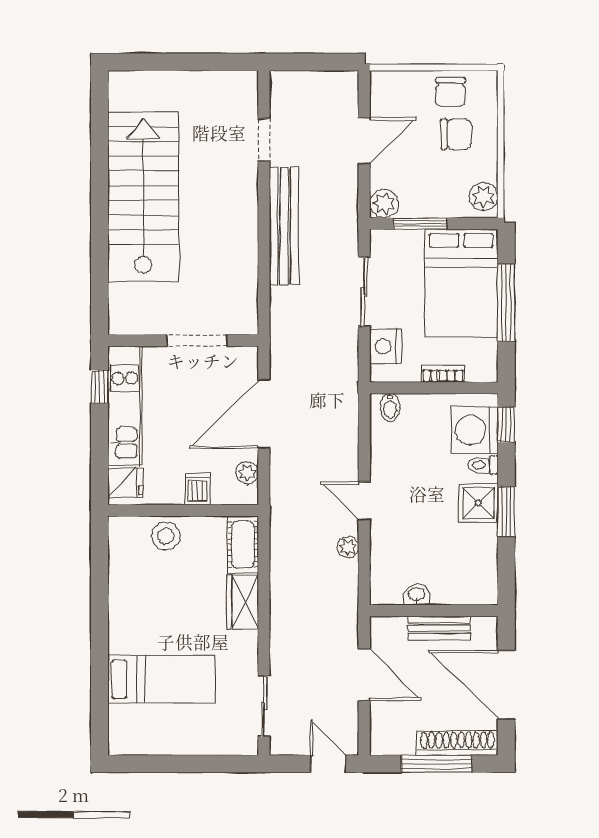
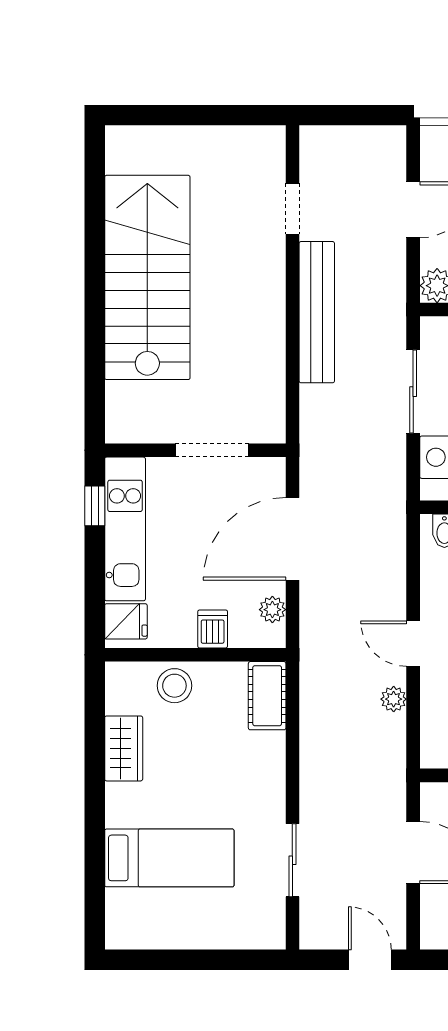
wardrobe: (243, 602) -> (124, 748), moved, turned 180
sliding door: (264, 706) -> (292, 860), moved

